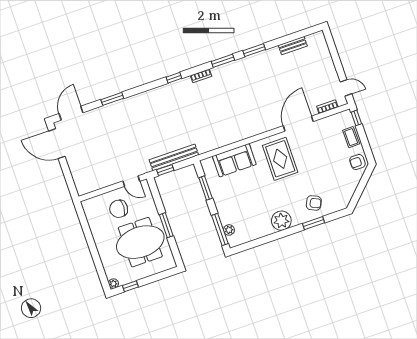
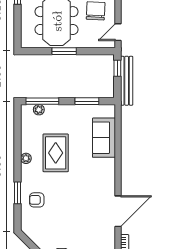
door: (298, 124) -> (118, 211), hinge flipped
rug: (280, 159) -> (56, 153), moved, turned 90
armchair: (314, 203) -> (37, 200), turned 65
plant: (281, 221) -> (26, 158), width x0.53, depth x0.53

